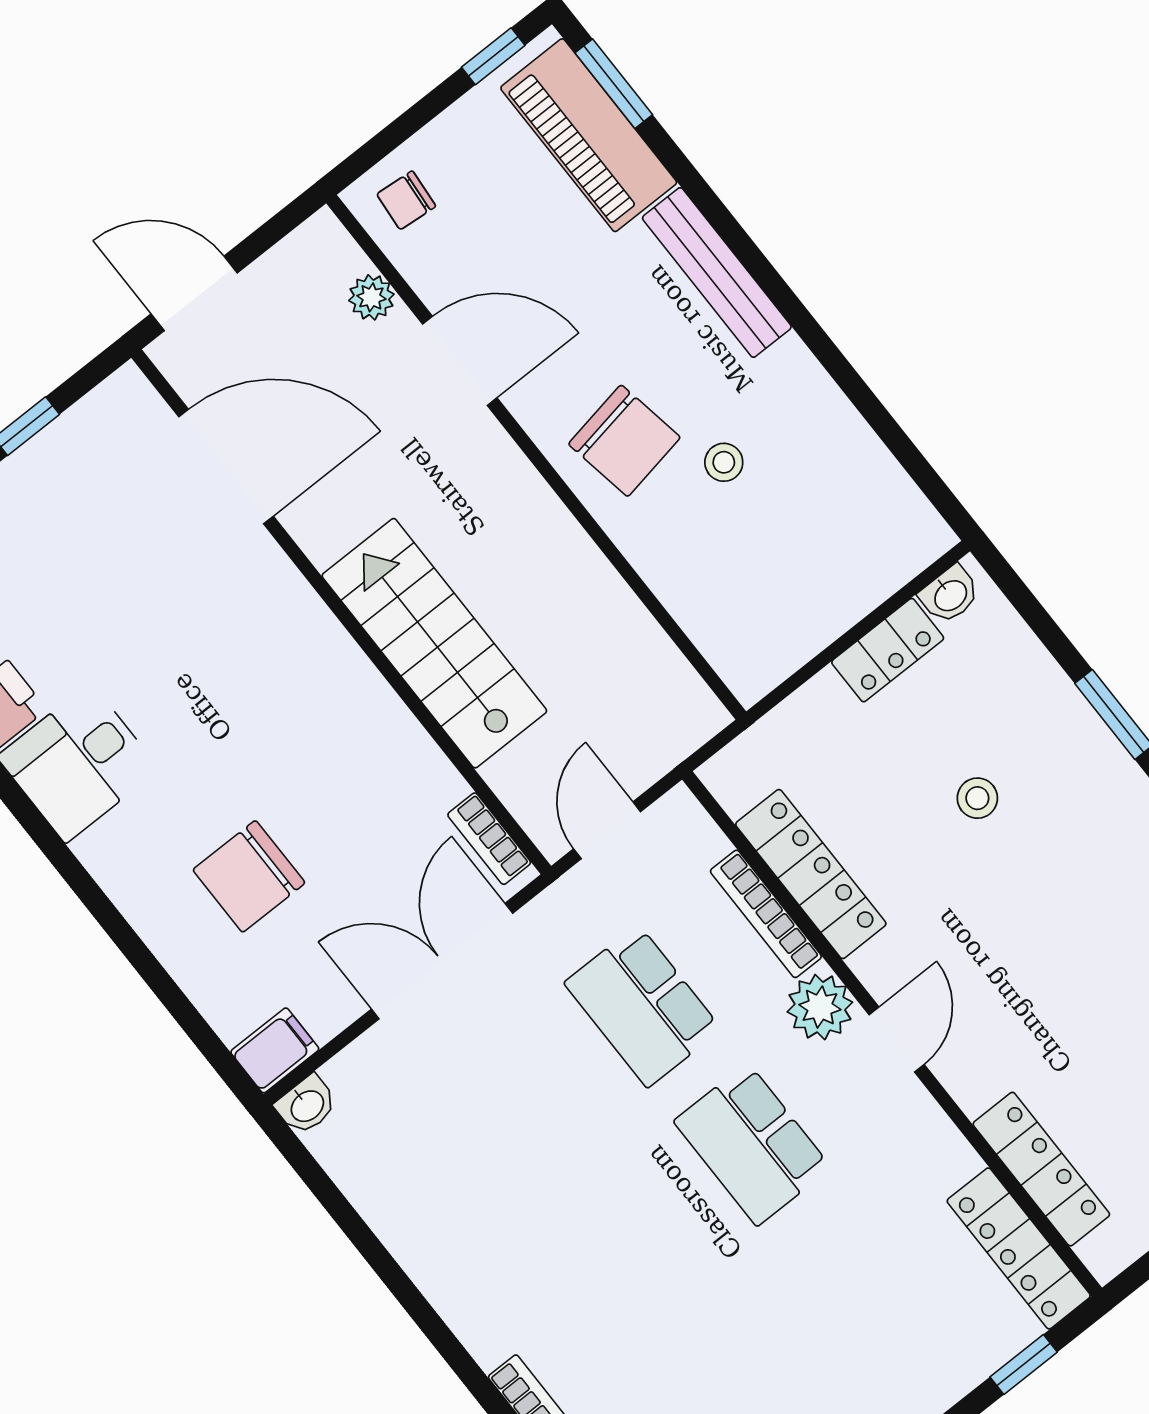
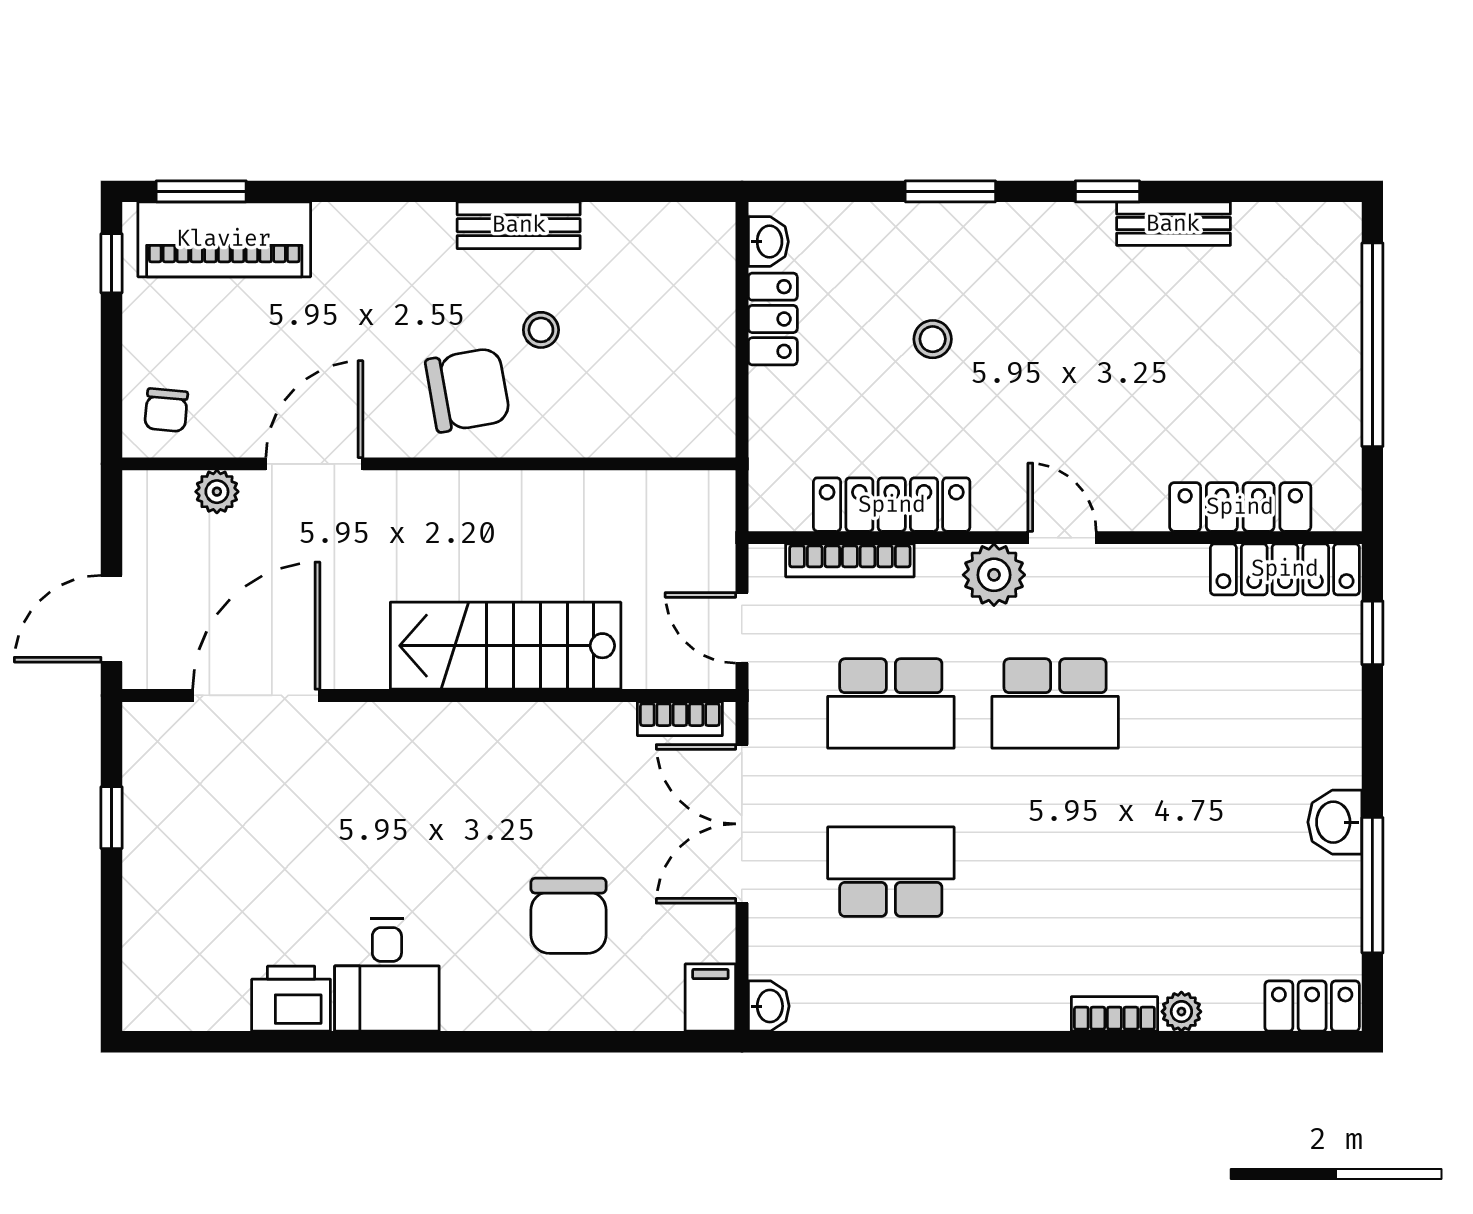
bench: (717, 273) -> (519, 225), moved, width x0.73
bookcase: (766, 914) -> (850, 560), moved
school desk: (501, 1118) -> (891, 872), added

